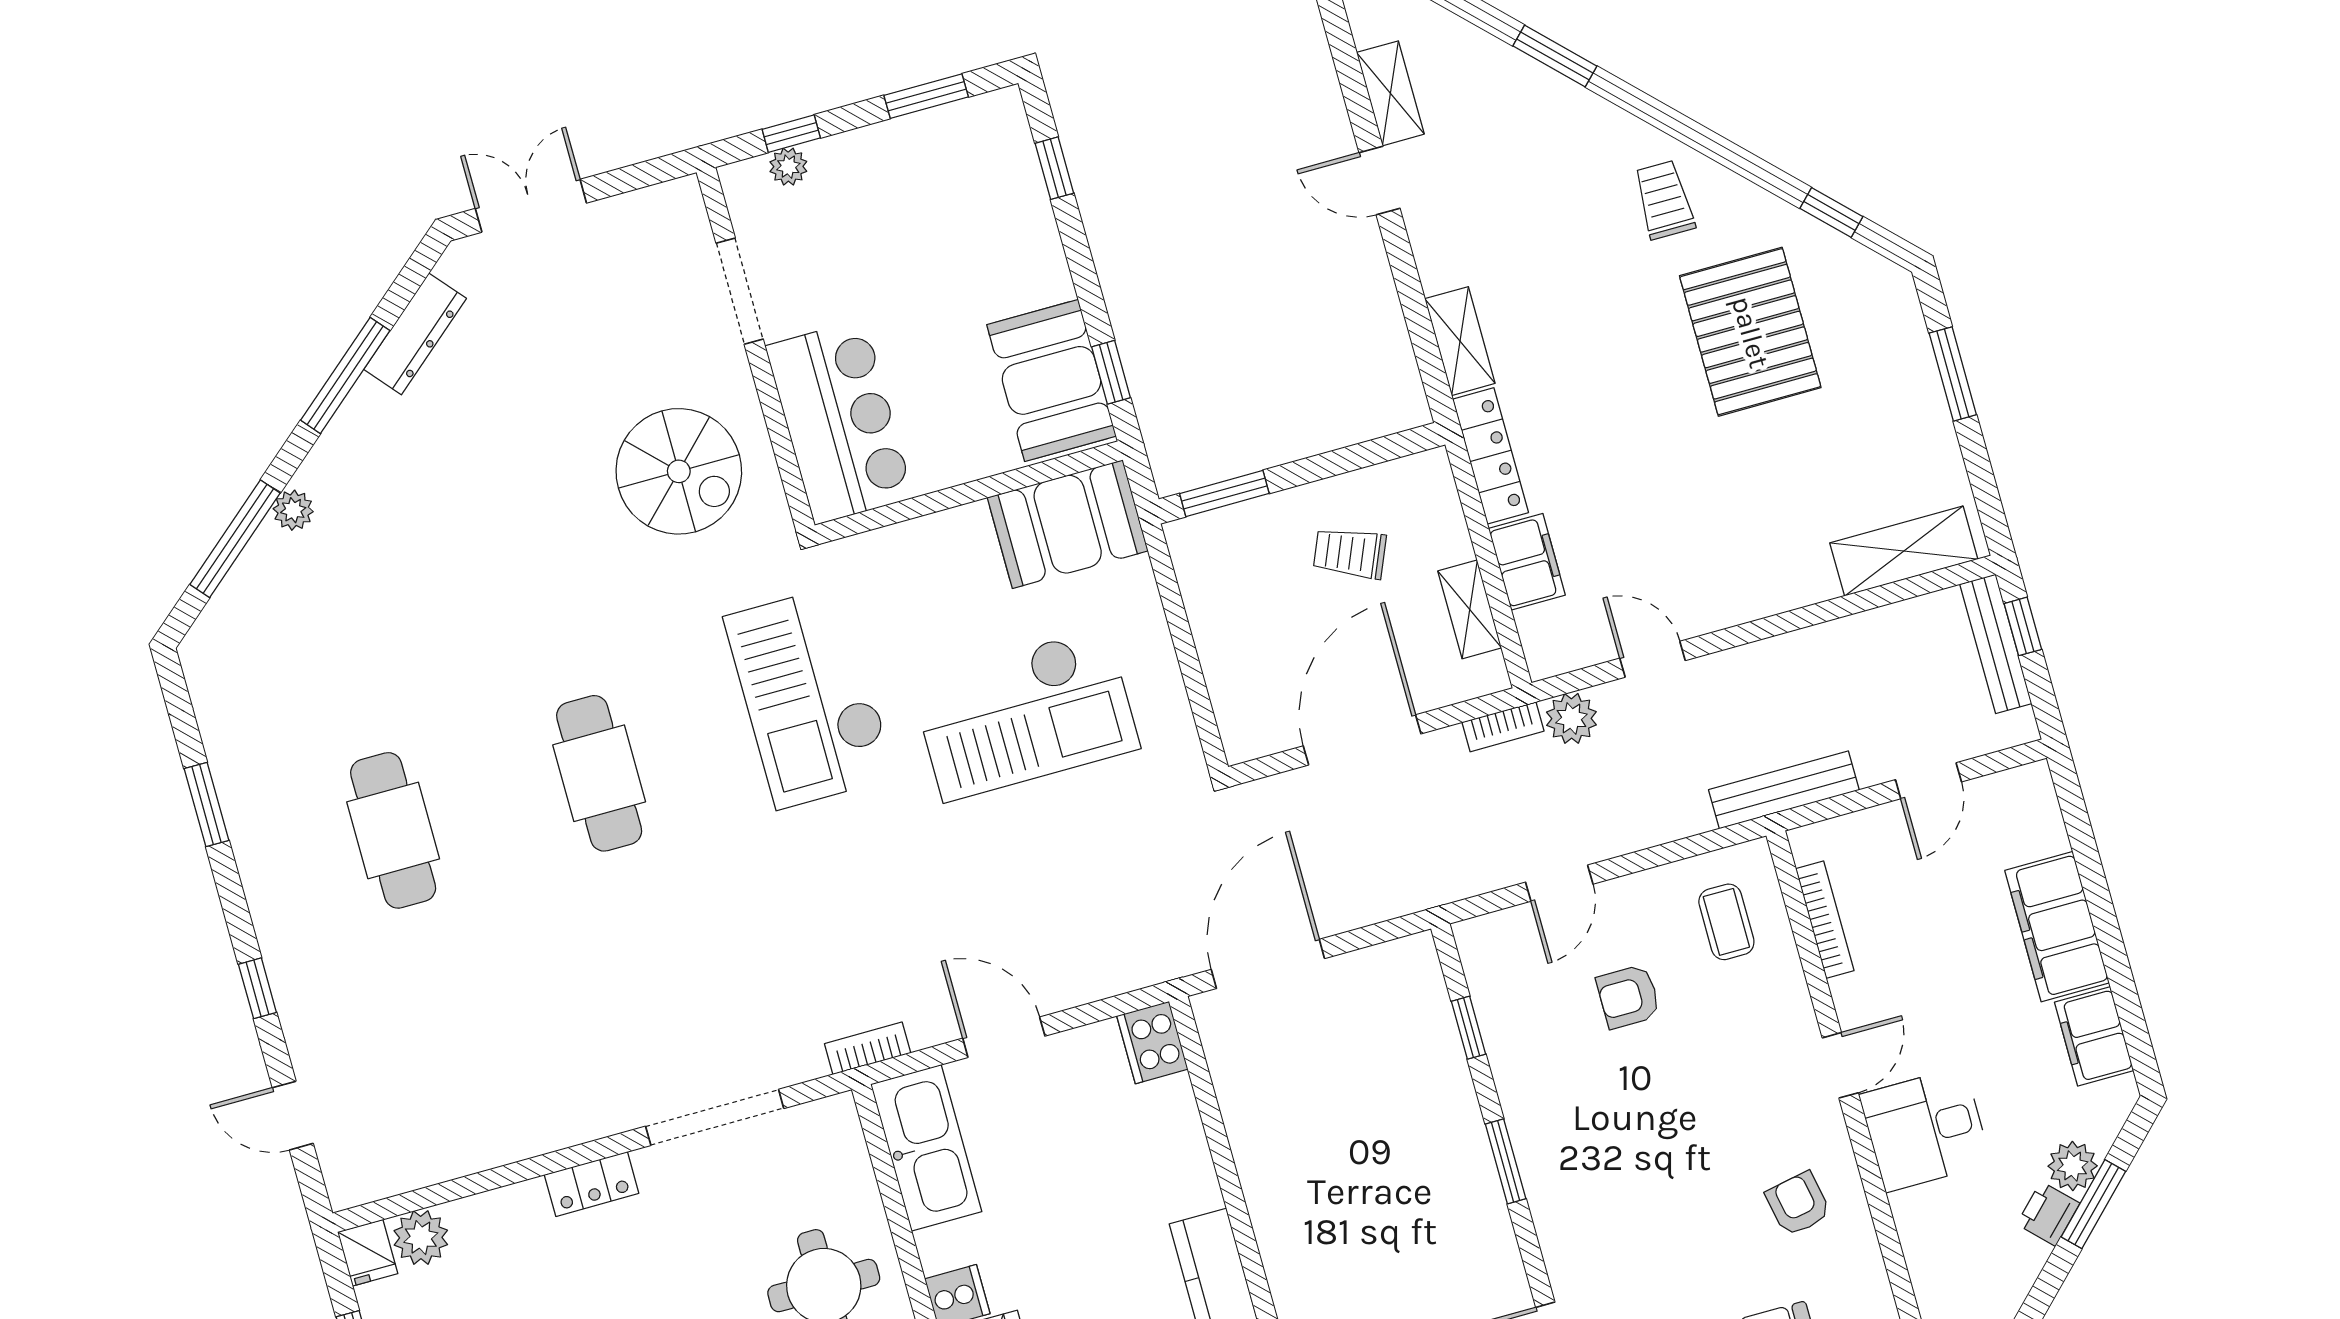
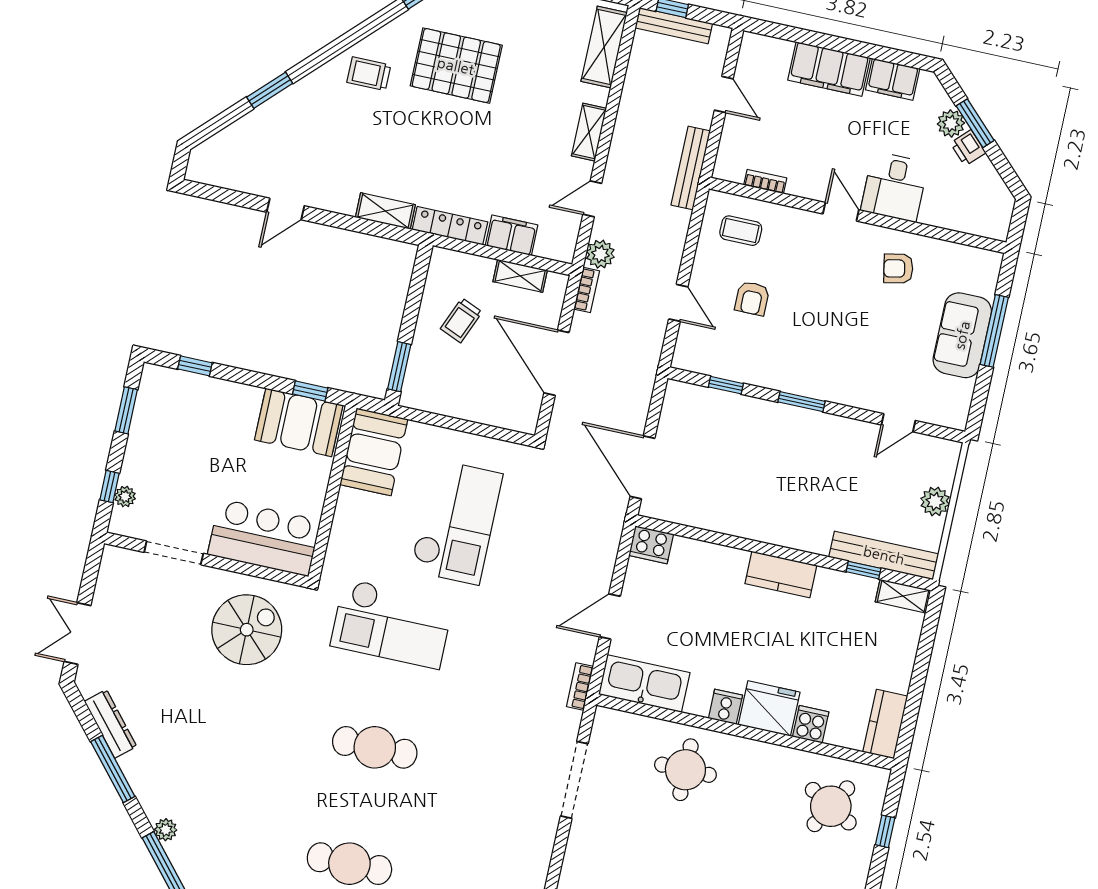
shelving: (1390, 93) -> (589, 132), moved, turned 90
bookcase: (1825, 920) -> (765, 182), width x0.64
locker: (592, 1184) -> (575, 858), removed

